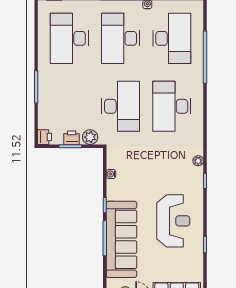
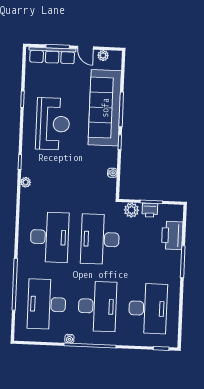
printer: (45, 137) -> (172, 235), moved, width x1.87, depth x1.48
reception desk: (173, 221) -> (53, 124), turned 180

